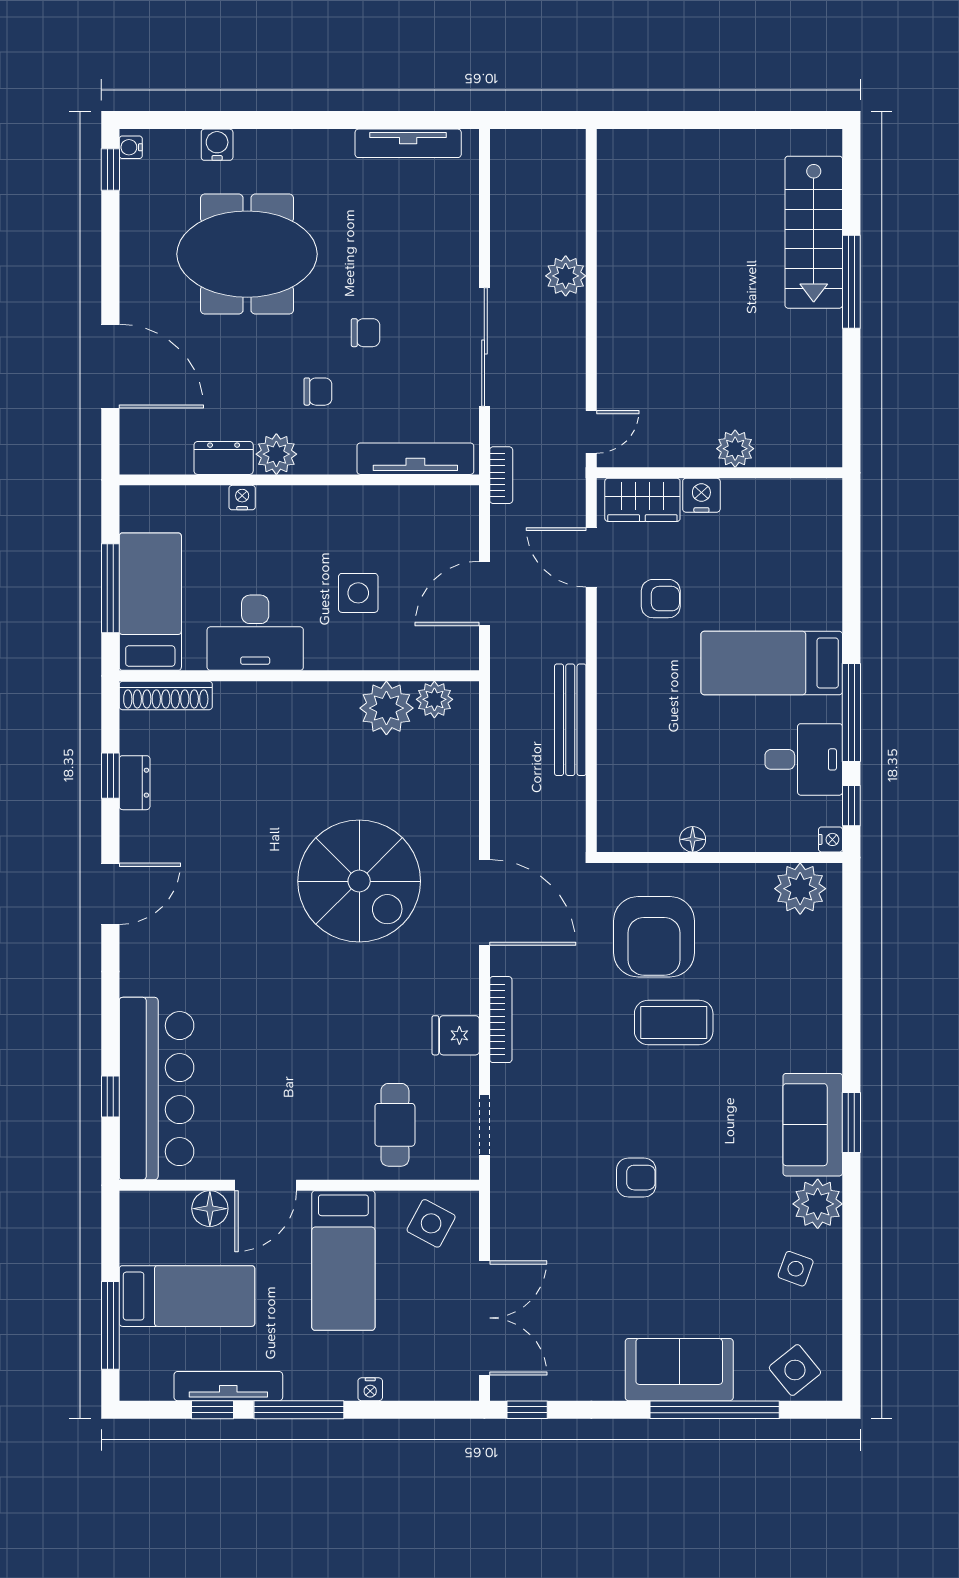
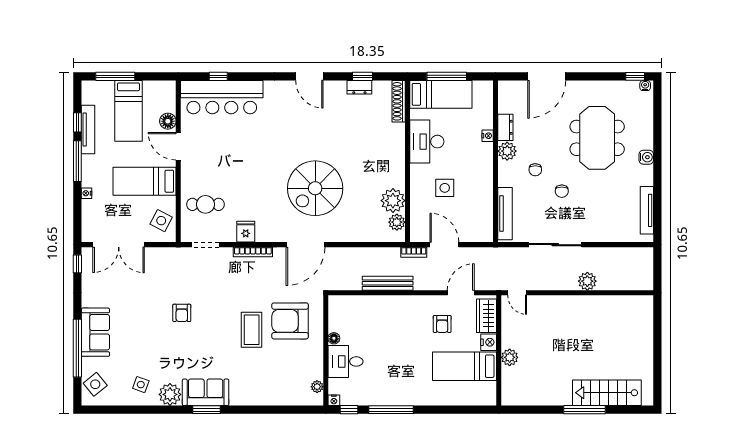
water cooler: (217, 145) -> (646, 157), moved
bookcase: (501, 475) -> (414, 252), moved
bed: (772, 663) -> (465, 366), moved, turned -90
desk: (804, 759) -> (346, 361), moved, turned 90
plant: (800, 889) -> (317, 387), width x0.53, depth x0.53

